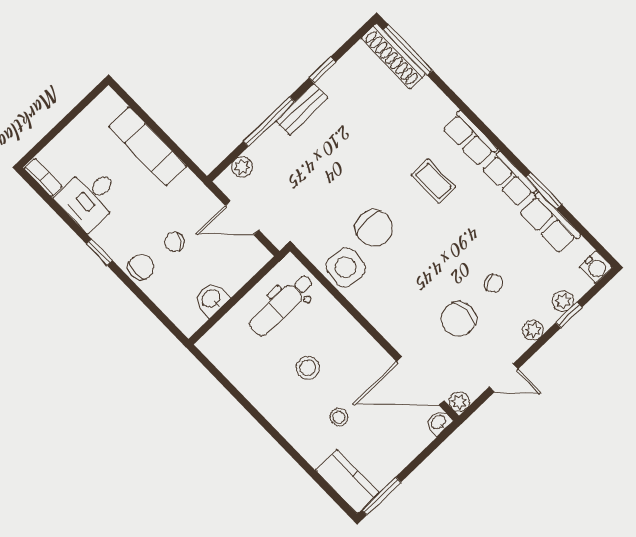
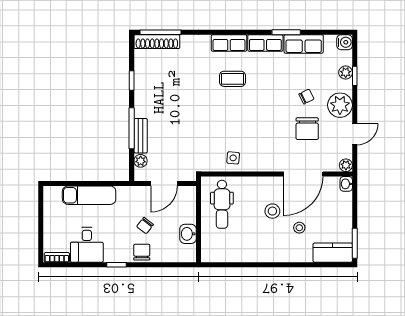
bench: (302, 109) -> (141, 136), moved
chair: (374, 228) -> (228, 127), removed
side table: (346, 267) -> (233, 158), width x0.54, depth x0.54
plant: (533, 330) -> (340, 105), width x1.87, depth x1.87
stool: (308, 368) -> (272, 211), moved
door: (420, 381) -> (303, 174), moved

